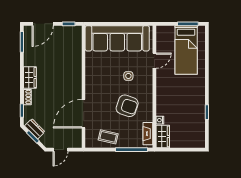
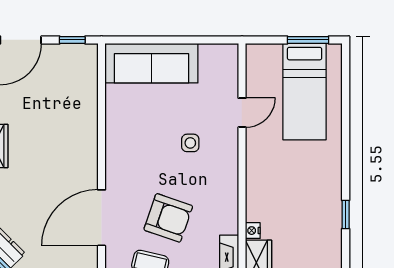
sofa: (117, 38) -> (151, 63), width x0.74, depth x0.79
armchair: (127, 106) -> (168, 218), moved

